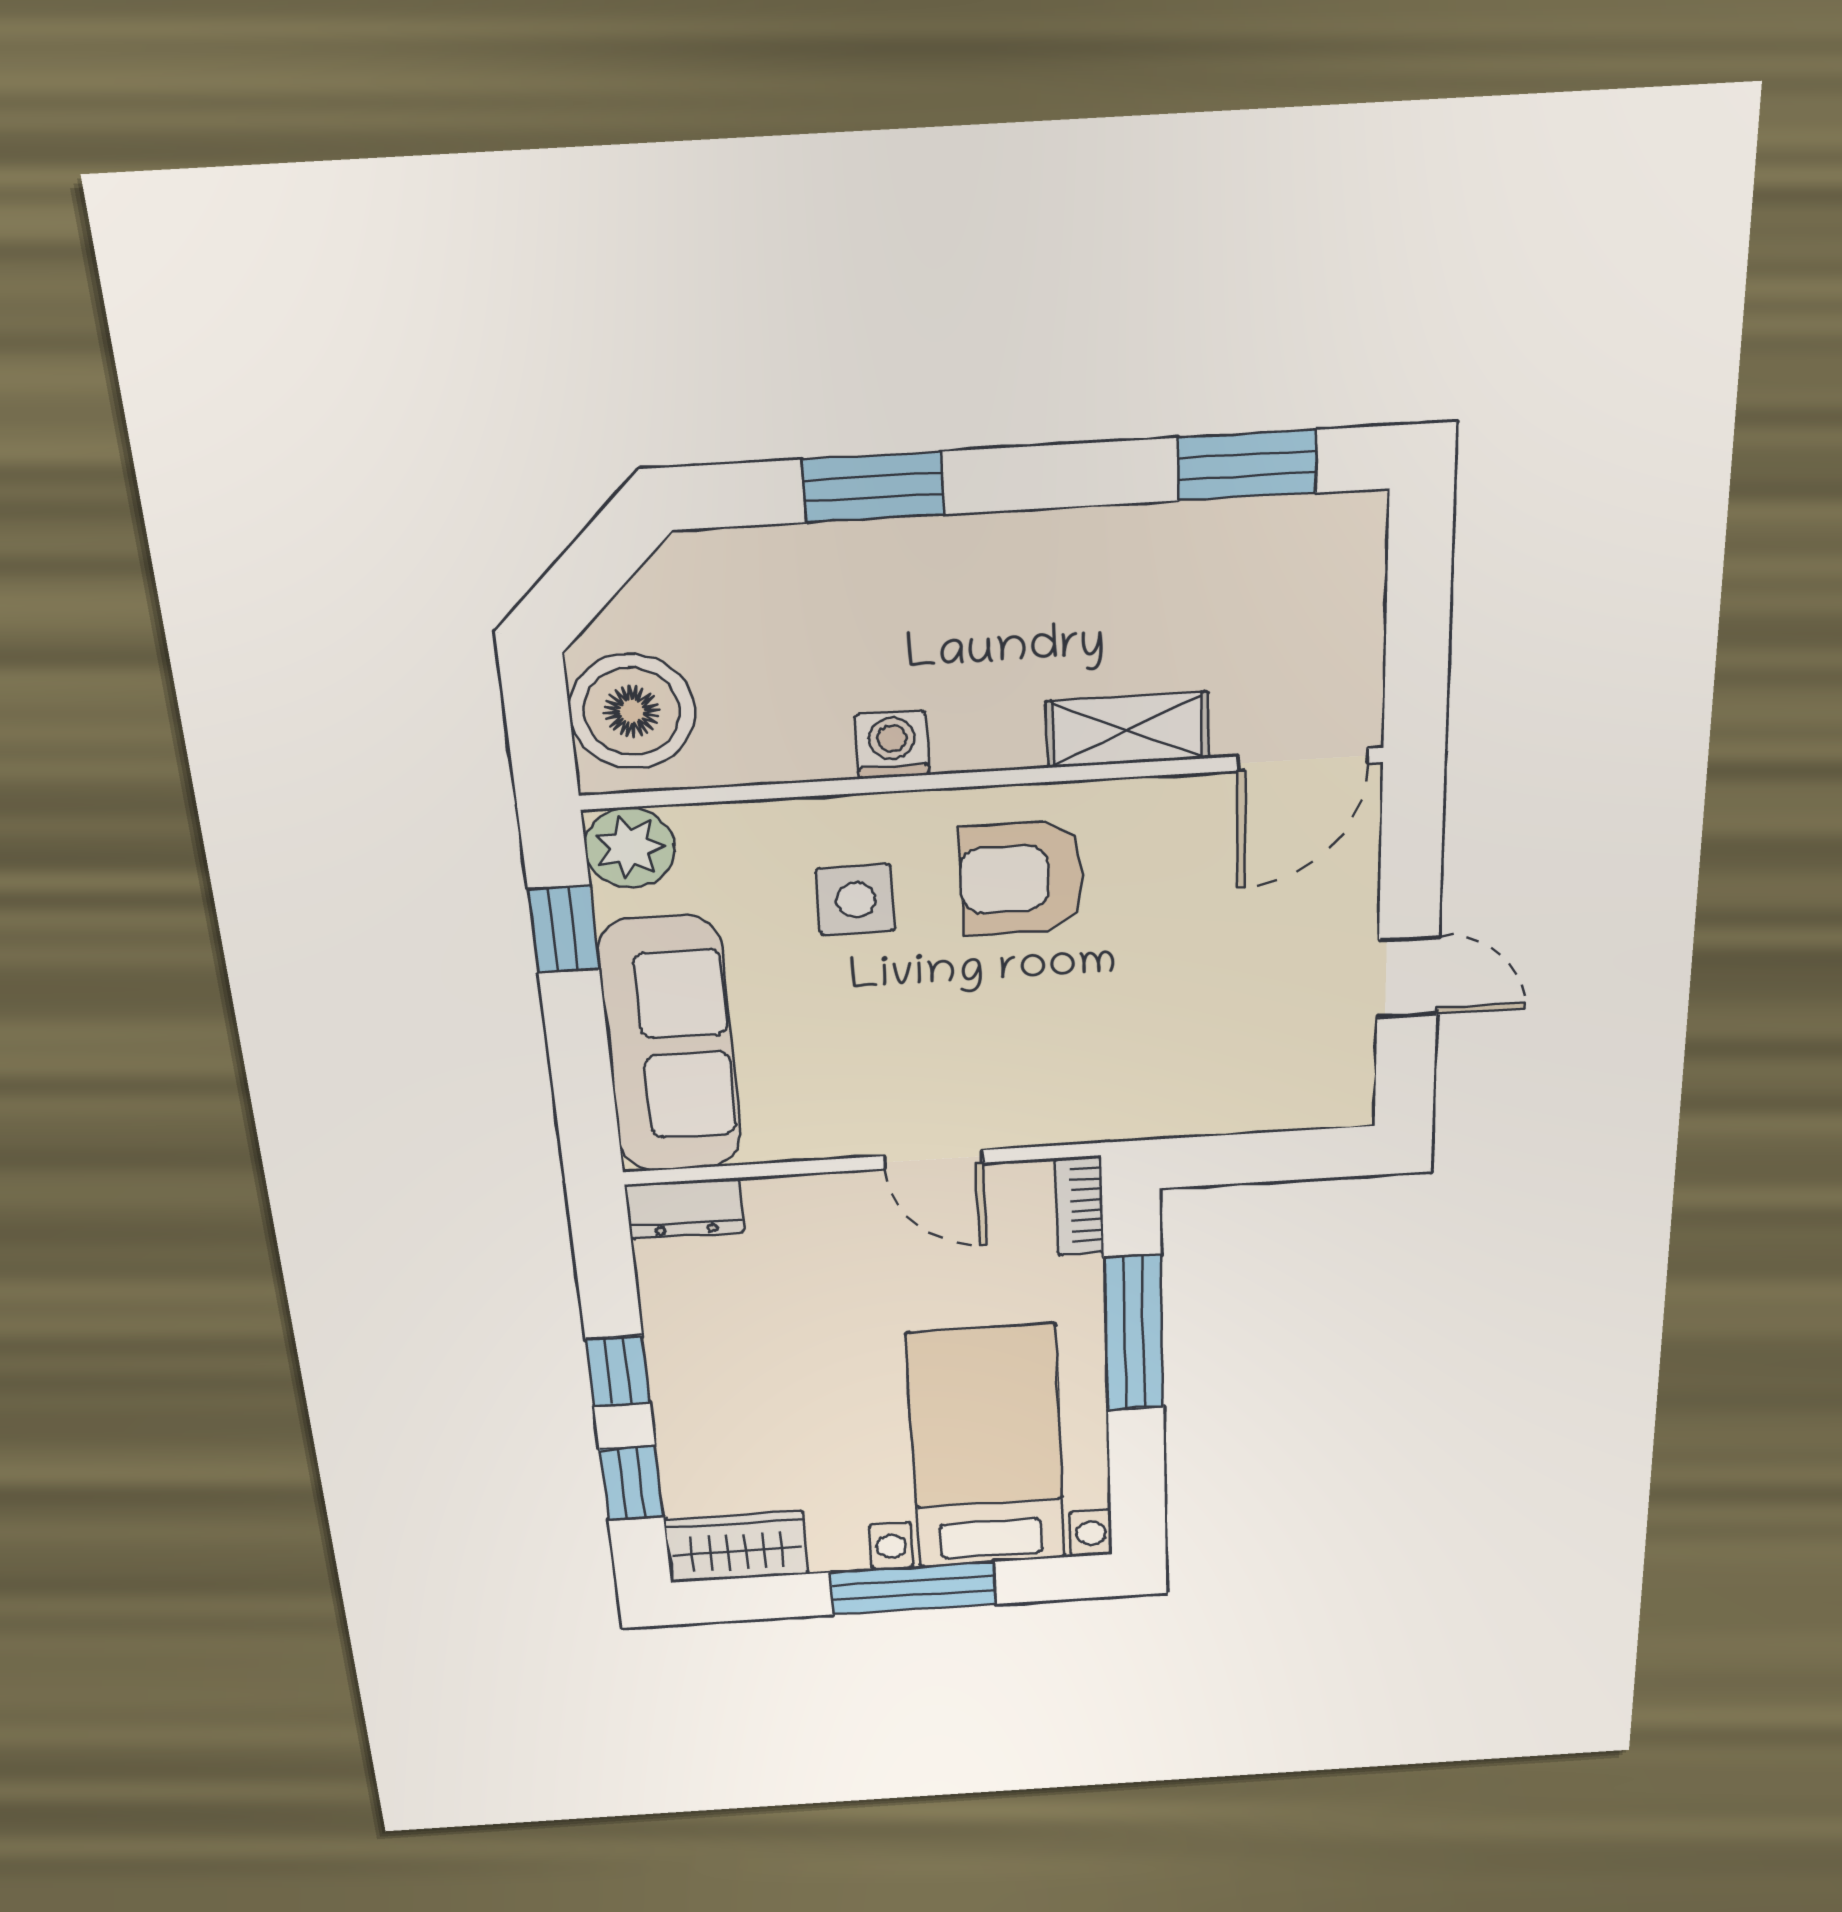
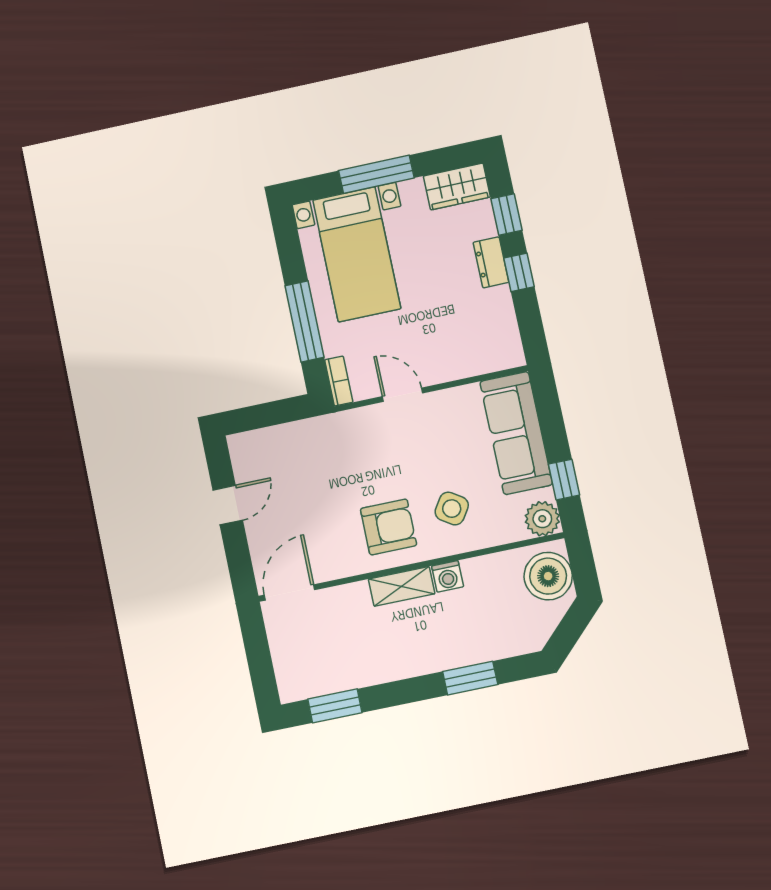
shelving: (1127, 730) -> (402, 586), moved
side table: (856, 900) -> (452, 509), turned 33
door: (1408, 977) -> (228, 505), swing flipped
dresser: (685, 1208) -> (491, 262), moved, turned -90

